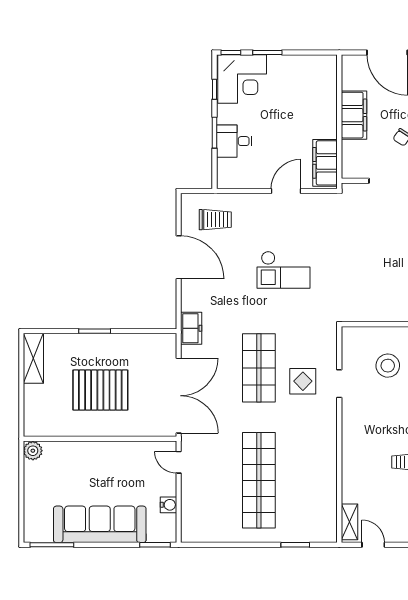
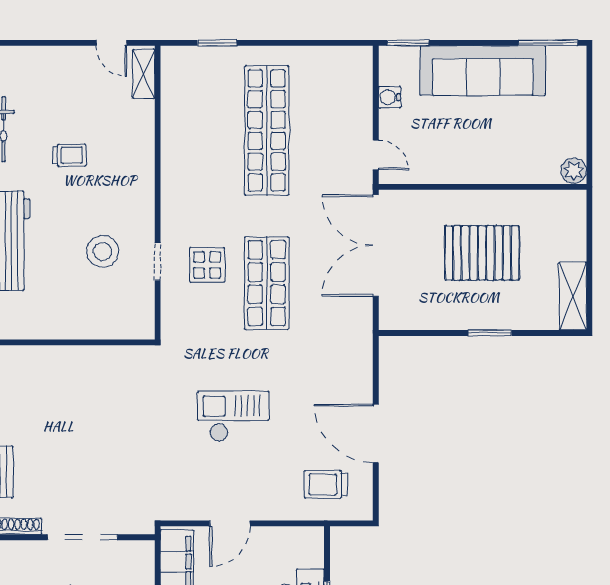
freezer: (191, 328) -> (359, 337), removed
stool: (388, 366) -> (103, 251), moved

